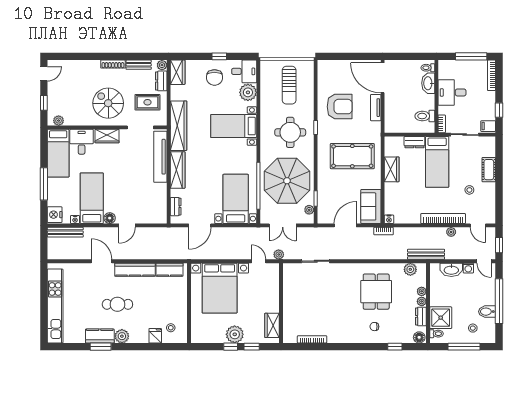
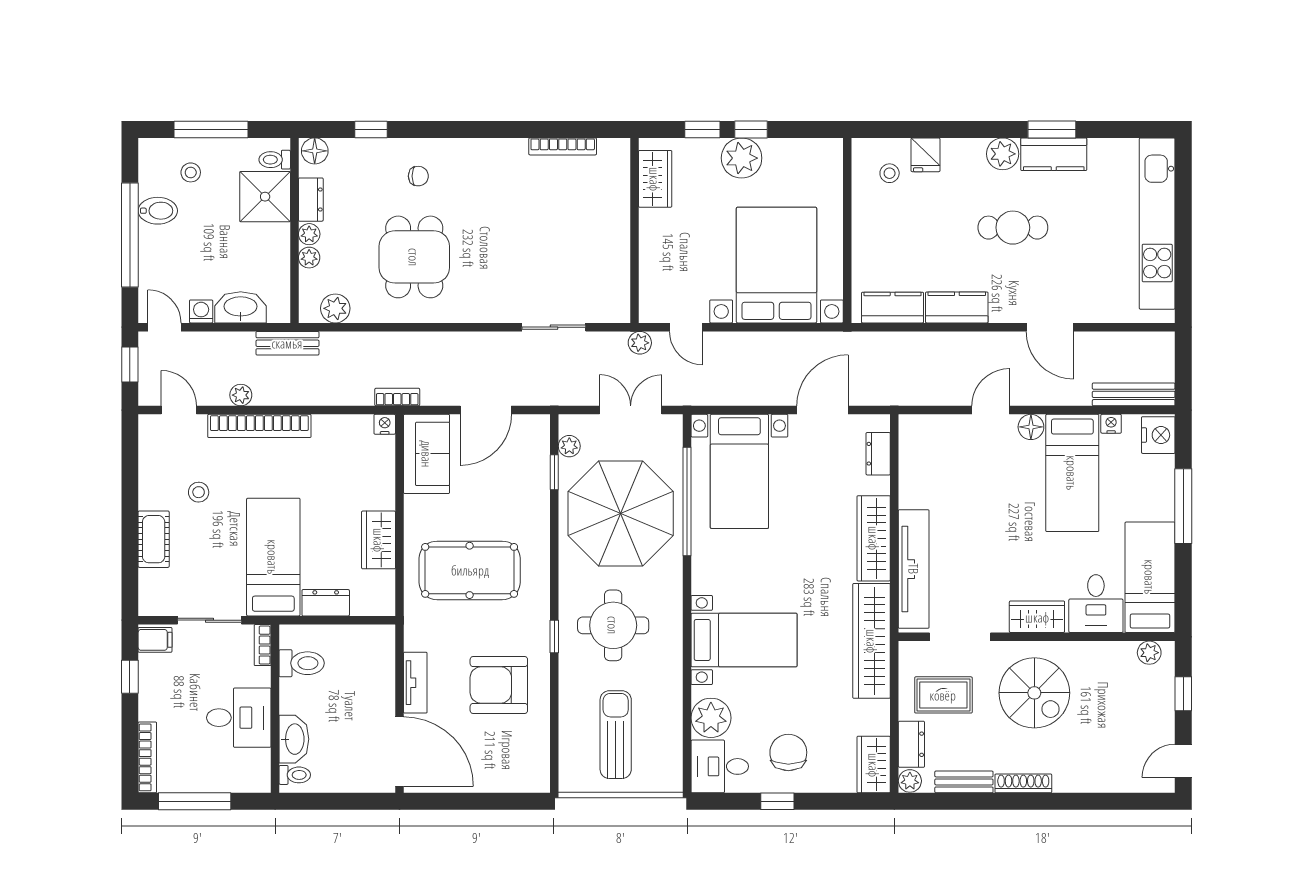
bench: (426, 254) -> (287, 343), width x0.73
kitchen counter: (135, 270) -> (957, 307), width x0.67

